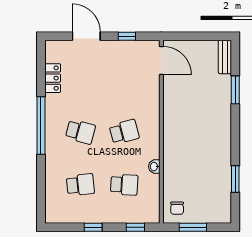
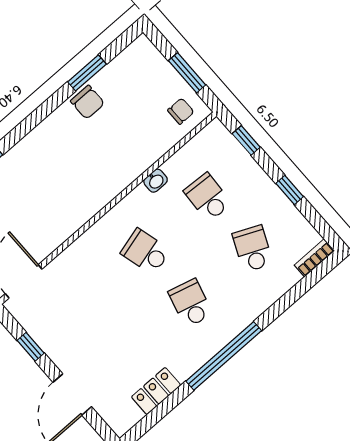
chair: (221, 167) -> (87, 102), added
school desk: (80, 185) -> (253, 249), turned 30
bookcase: (50, 211) -> (314, 258), added

